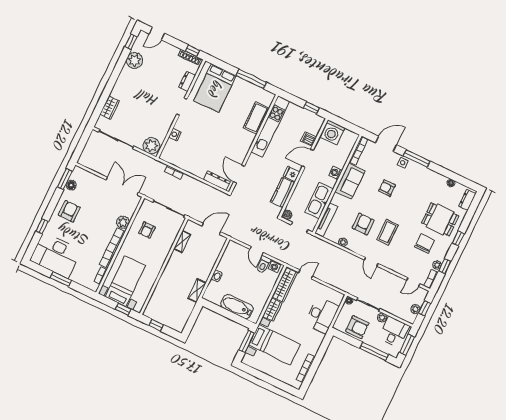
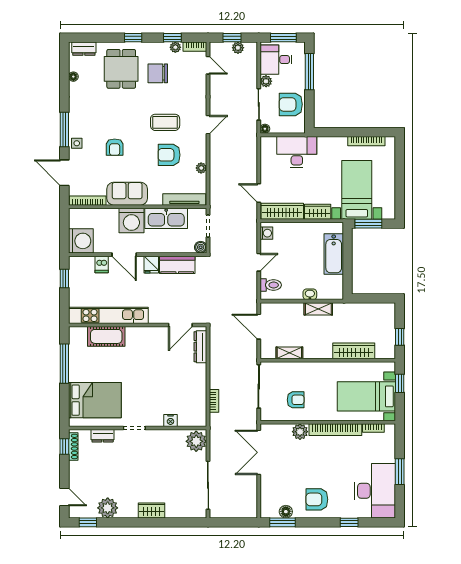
wardrobe: (110, 108) -> (152, 510), moved
washing machine: (336, 173) -> (131, 221), width x1.89, depth x1.89
toilet: (263, 265) -> (271, 285), moved
wardrobe: (162, 288) -> (354, 351), added
shelving: (197, 291) -> (318, 309), moved
armchair: (357, 327) -> (291, 104), turned -90

